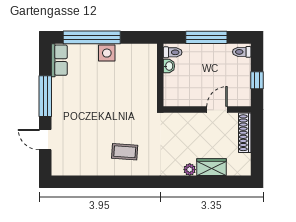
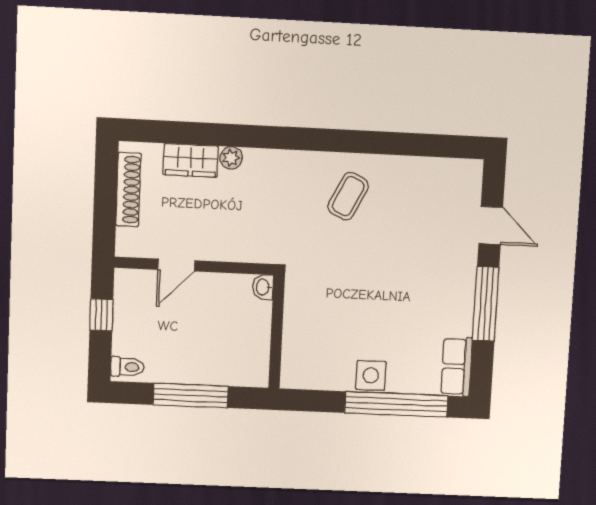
toilet: (173, 52) -> (253, 372), removed
washbasin: (169, 66) -> (263, 287), moved
shoe rack: (245, 133) -> (128, 189), moved
coffee table: (125, 152) -> (348, 196), turned -68

